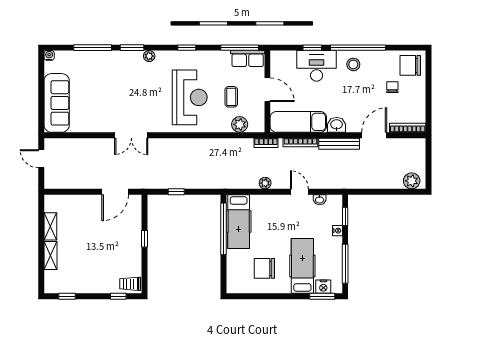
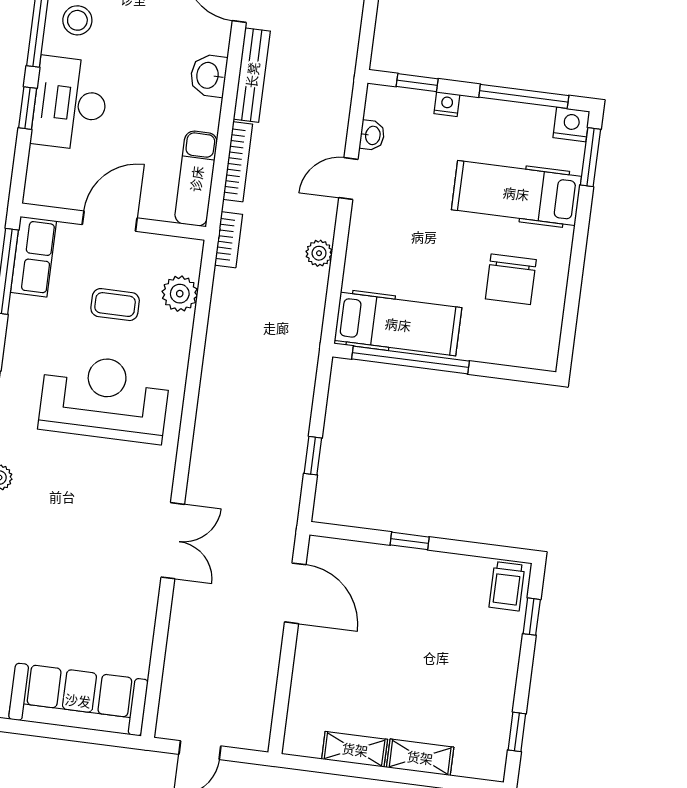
exam couch: (298, 122) -> (196, 179), width x0.73, depth x0.69
nightstand: (323, 287) -> (571, 124), moved, turned -90

